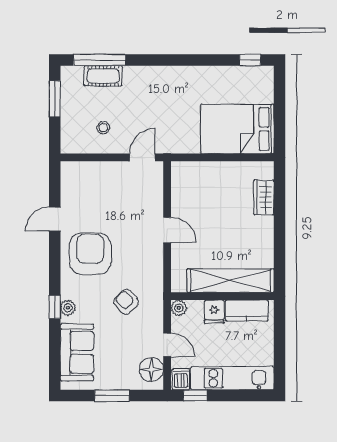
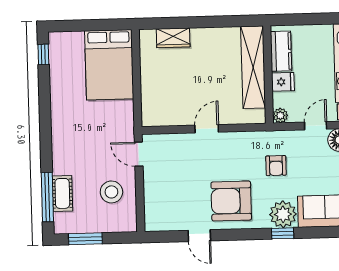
stool: (103, 128) -> (111, 192), width x1.89, depth x1.89
armchair: (126, 302) -> (276, 166), turned -48
plant: (68, 308) -> (283, 214), width x1.88, depth x1.88

